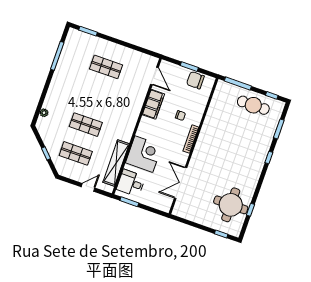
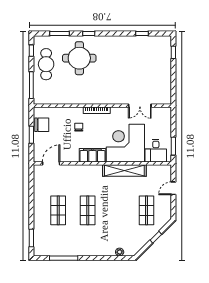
chair: (195, 80) -> (42, 125), turned -90
filing cabinet: (153, 104) -> (92, 155), moved
shop shelf: (86, 125) -> (88, 210), moved
corner desk: (144, 154) -> (125, 143), width x1.36, depth x1.36
shelving: (116, 163) -> (124, 171), moved
double door: (181, 183) -> (140, 106), width x0.73
door: (88, 187) -> (173, 188), hinge flipped
round table: (231, 205) -> (79, 58), moved

